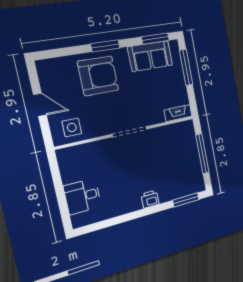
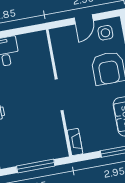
side table: (72, 127) -> (105, 33), moved

